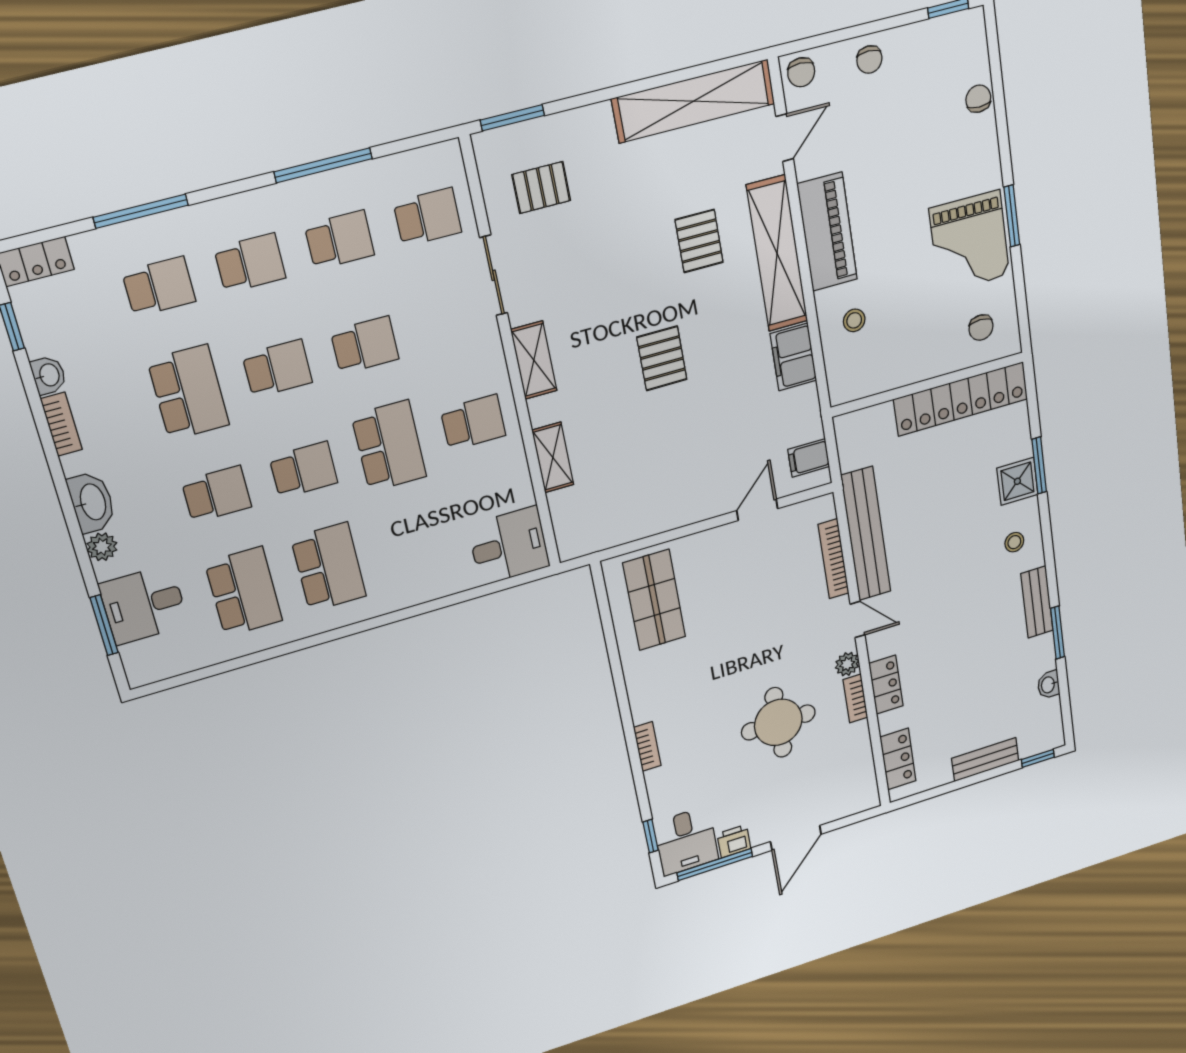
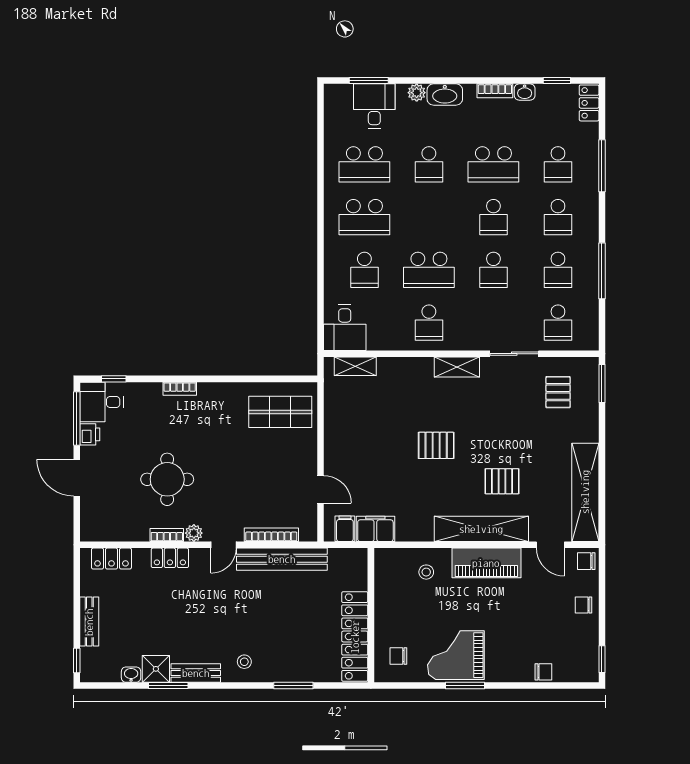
filing cabinet: (793, 357) -> (375, 529), moved
shelving: (553, 457) -> (355, 366), moved
school desk: (304, 470) -> (364, 270), moved
shower: (1017, 481) -> (156, 669), moved

